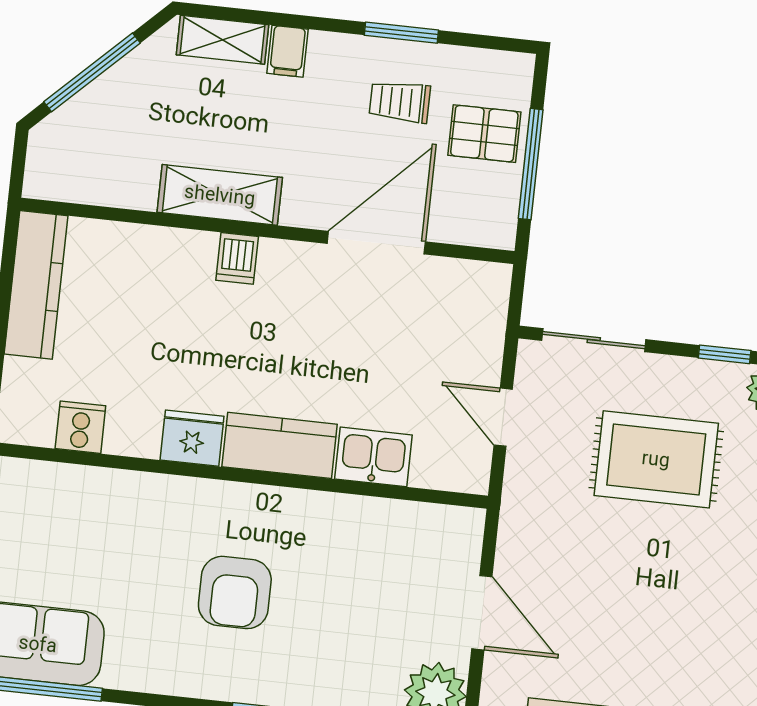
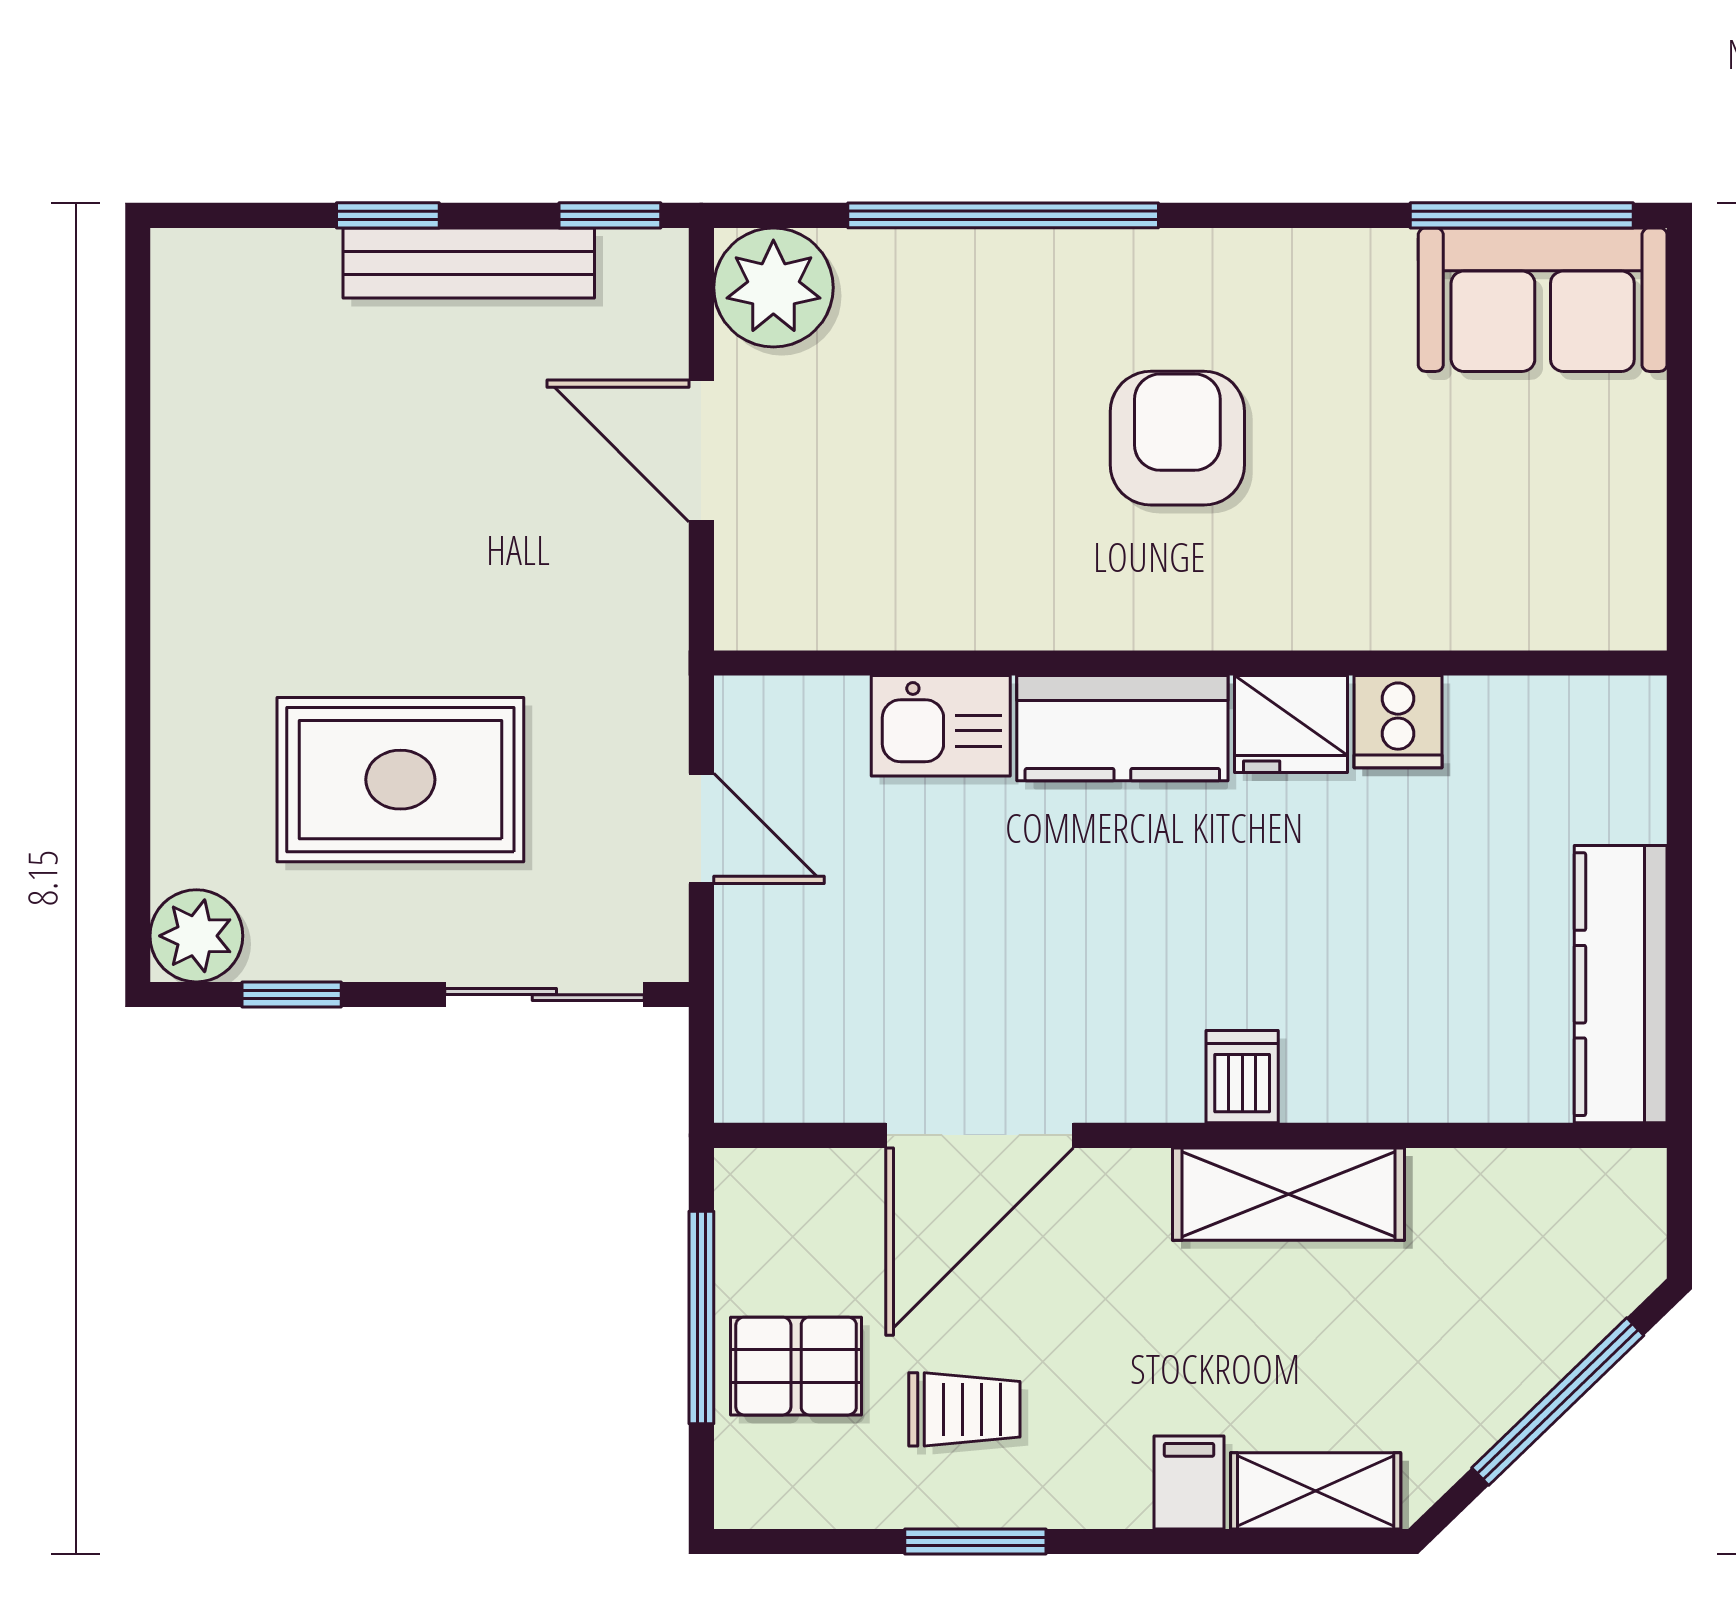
cooker: (80, 427) -> (1398, 722), moved

